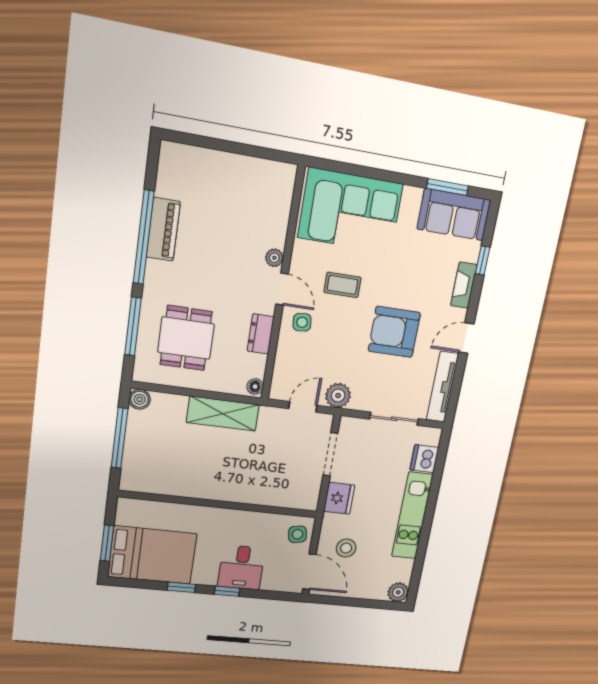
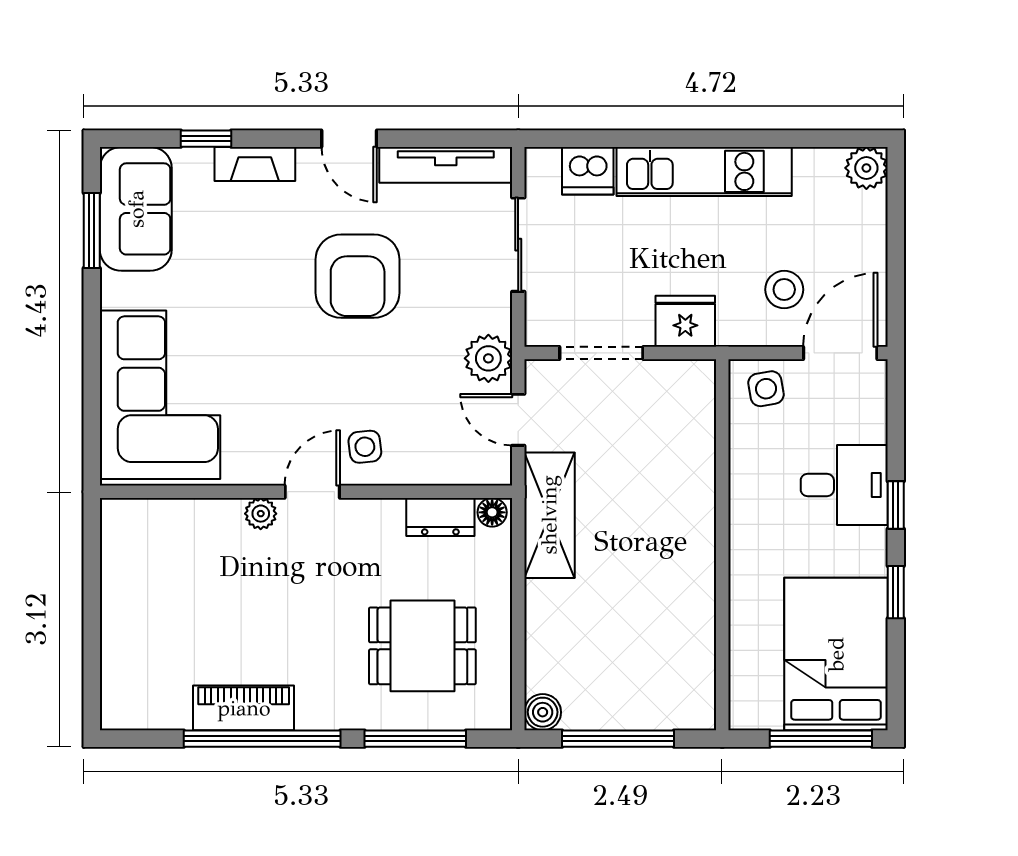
coffee table: (342, 285) -> (288, 386), removed
dresser: (261, 334) -> (440, 517), moved
shelving: (223, 414) -> (549, 515), moved
window: (107, 543) -> (821, 739), width x1.44

